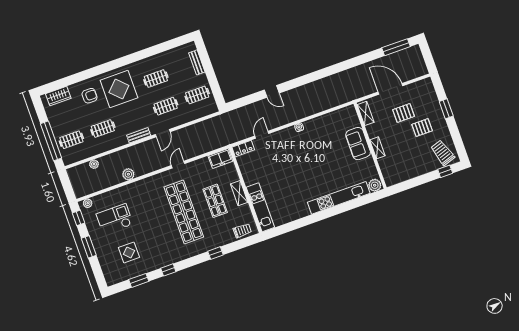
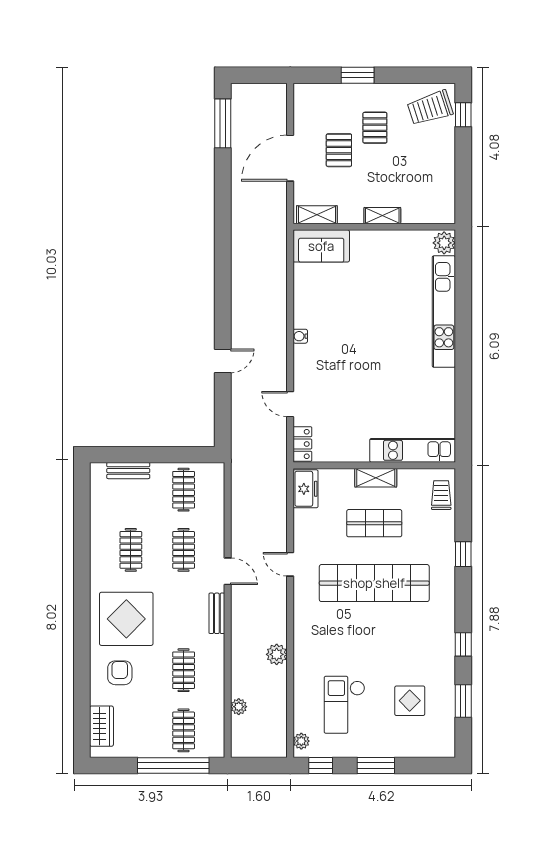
sofa: (358, 144) -> (321, 246), moved

